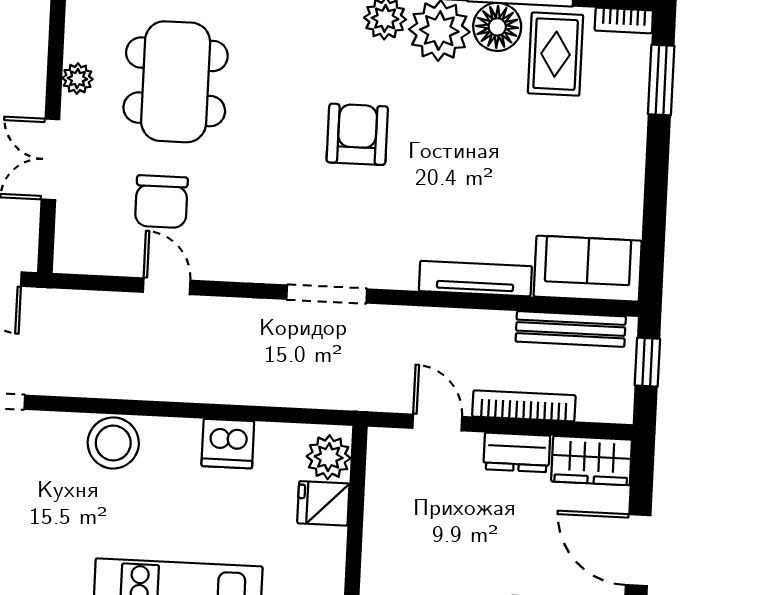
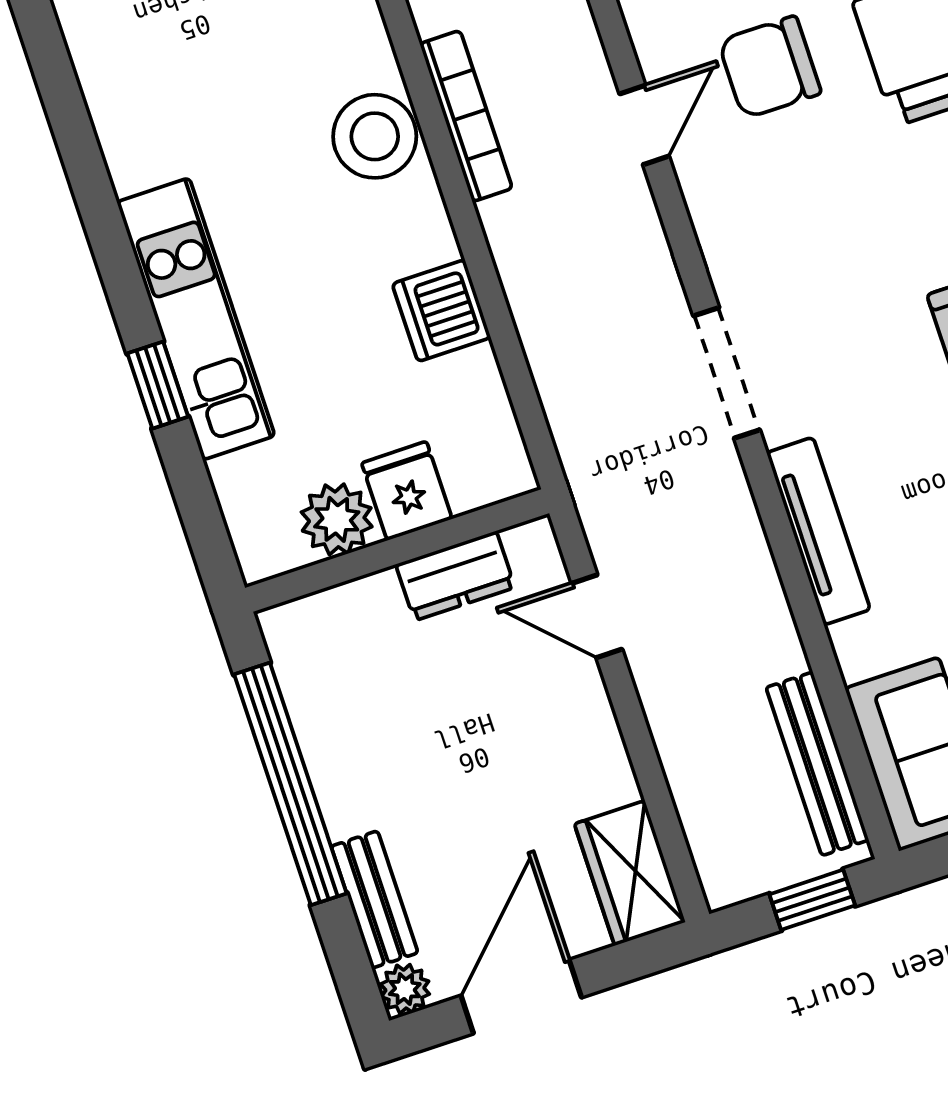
tv unit: (475, 279) -> (818, 531), moved
bookcase: (524, 406) -> (466, 116), moved
door: (437, 422) -> (597, 616), swing flipped
dresser: (517, 452) -> (455, 576), moved, turned -90
plant: (329, 457) -> (337, 519), moved

